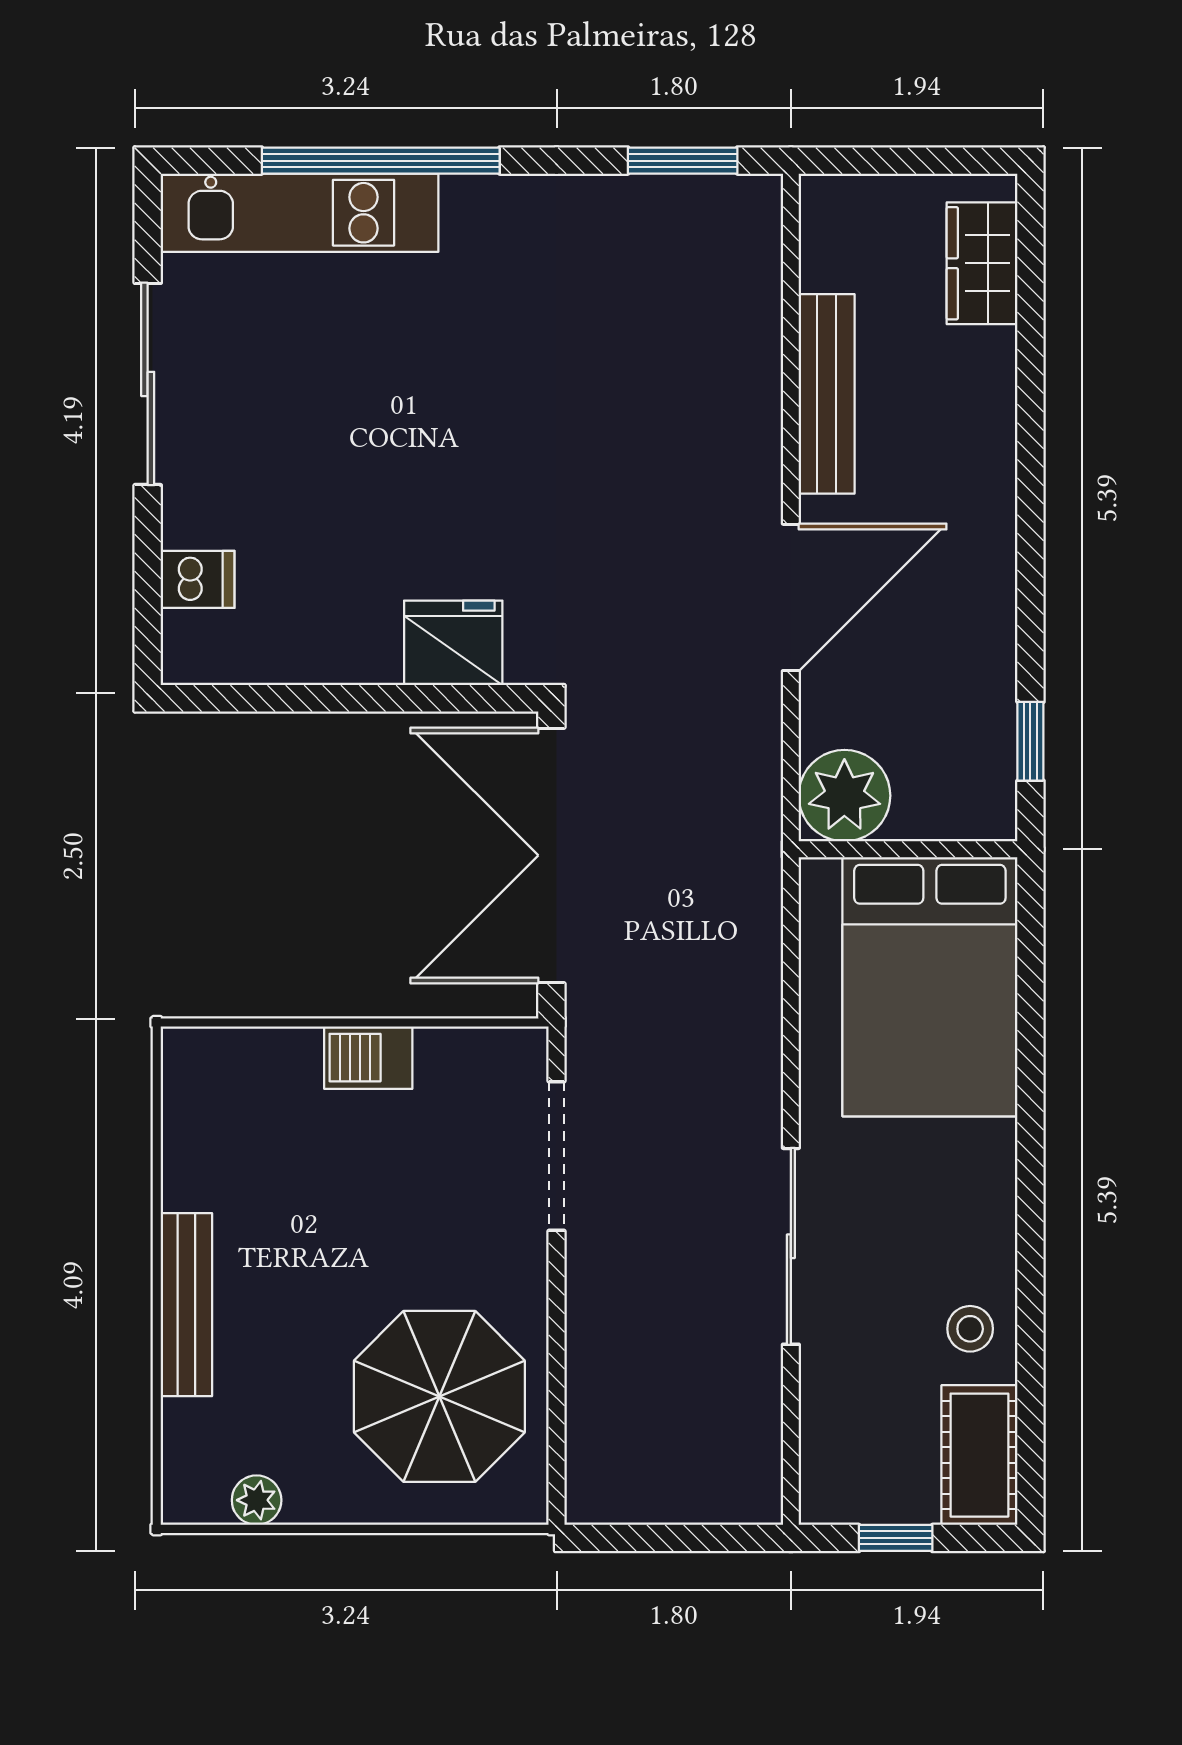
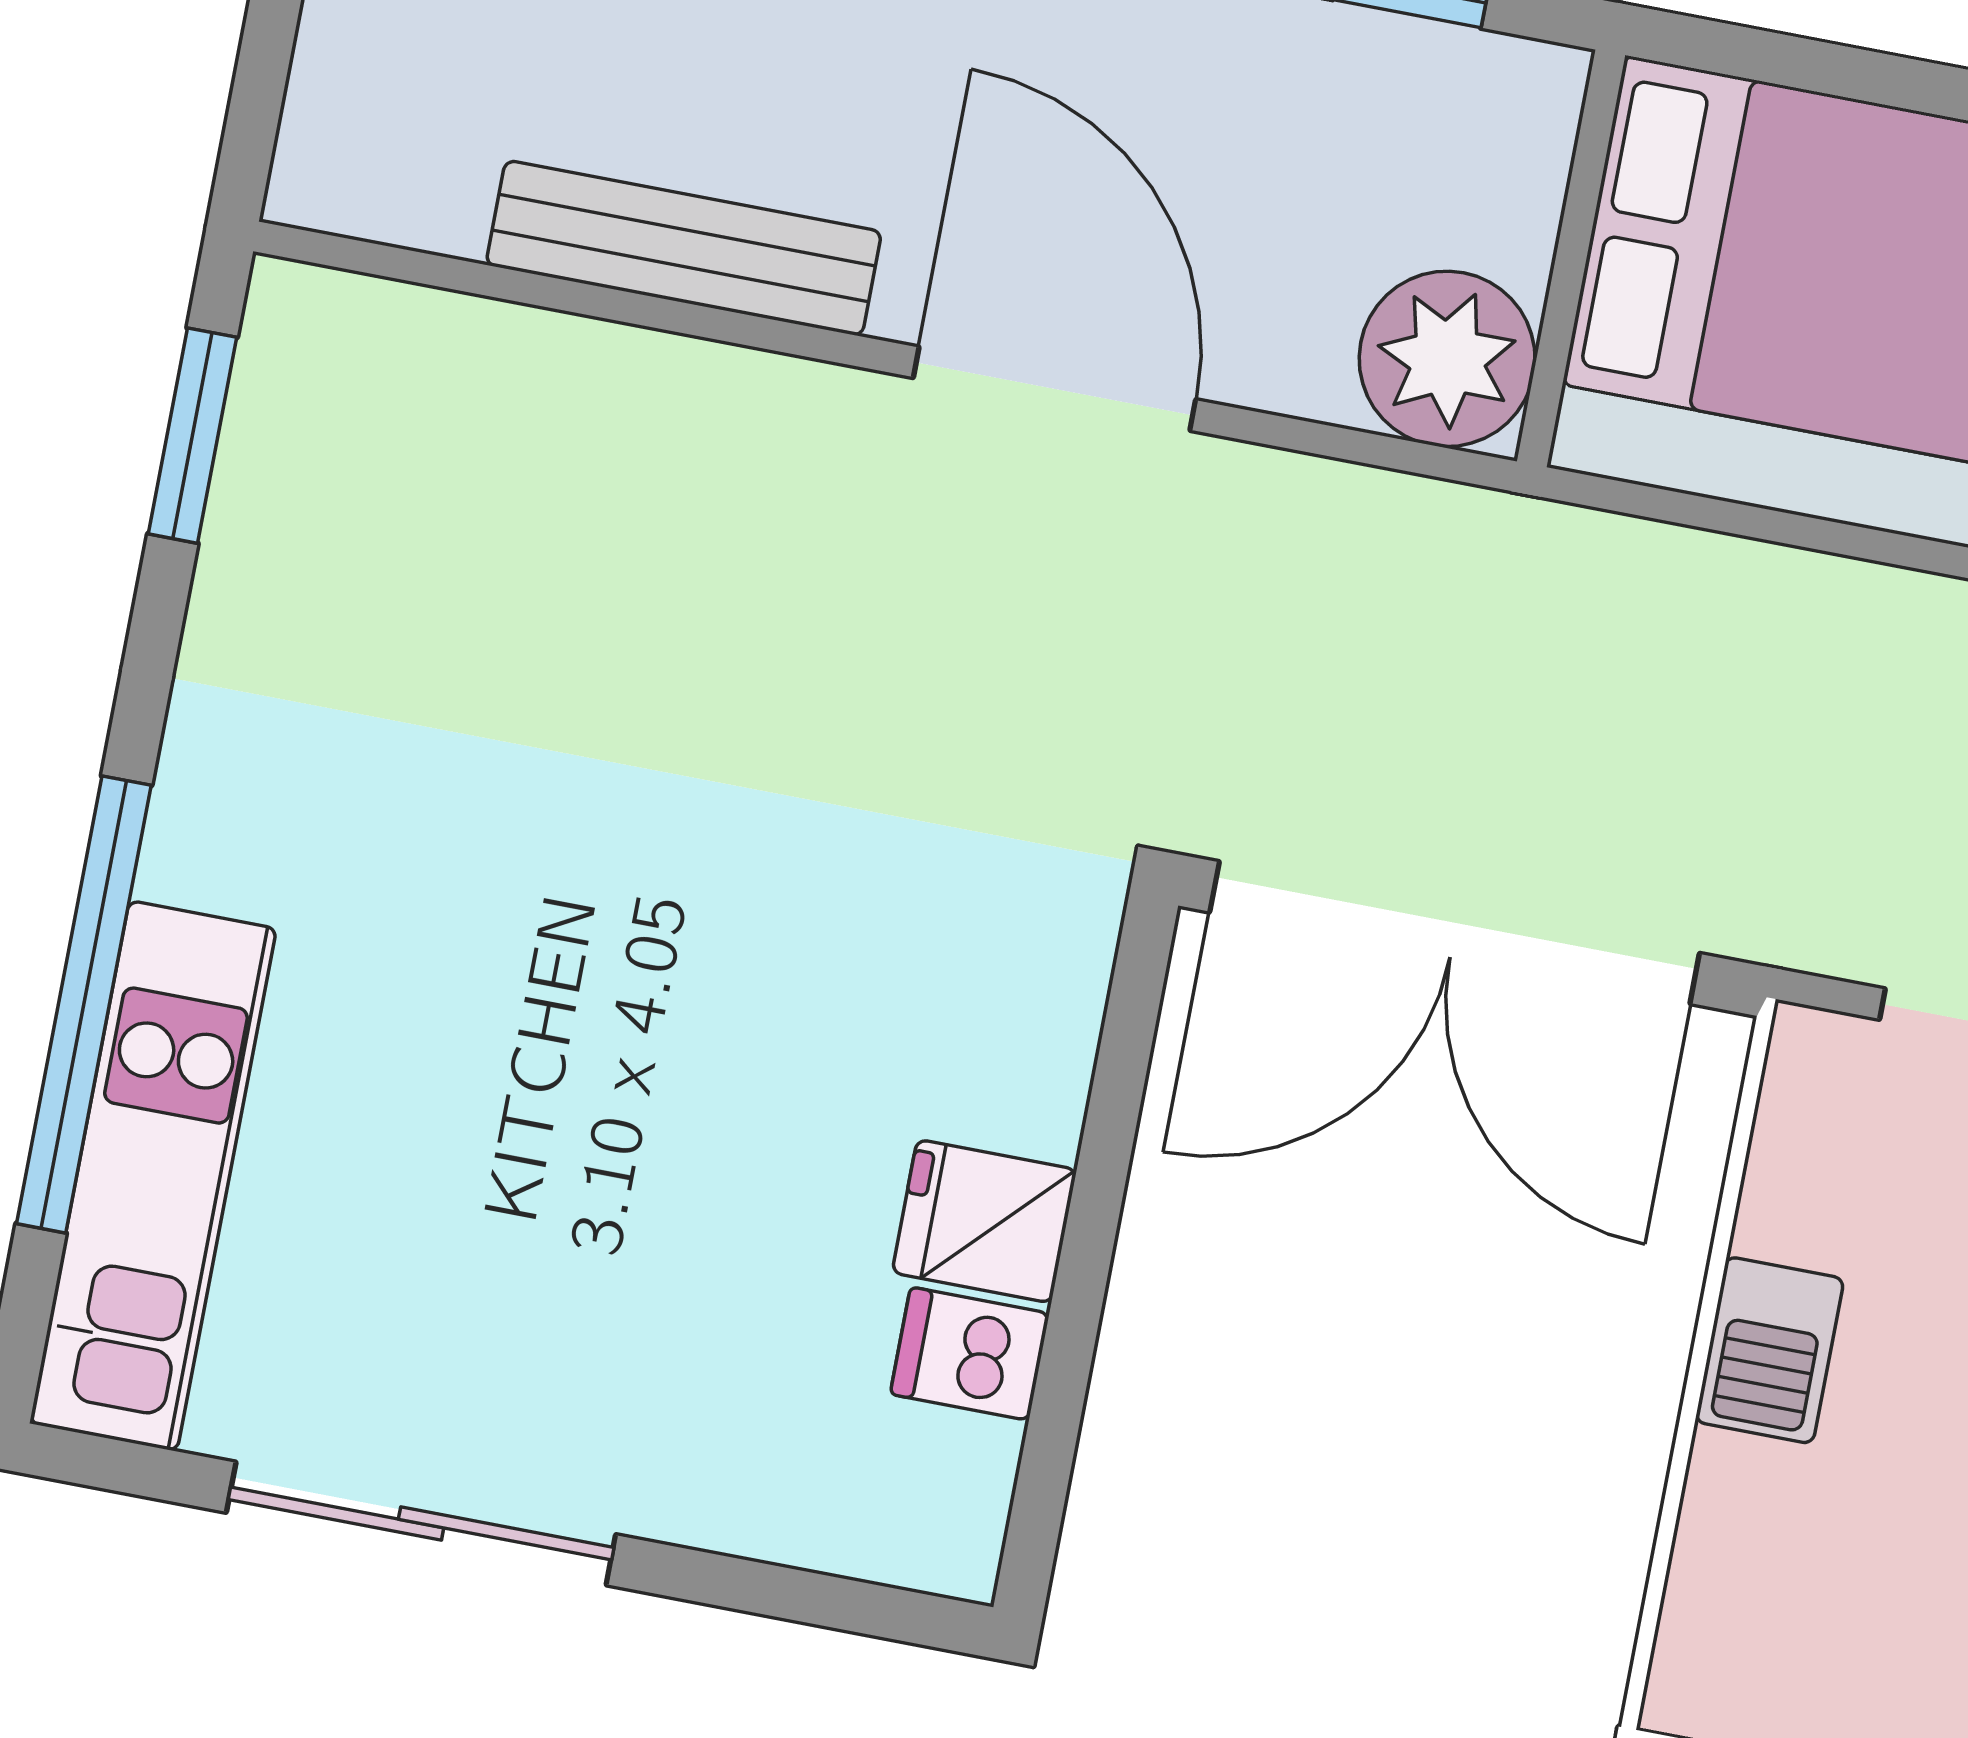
dishwasher: (198, 579) -> (970, 1354), moved, turned -90
fridge: (453, 643) -> (984, 1221), moved, width x0.72

